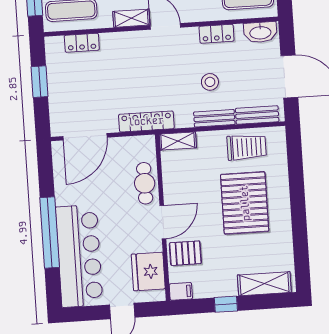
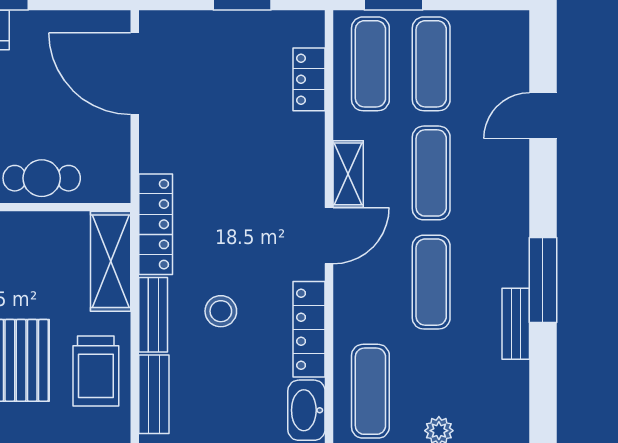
locker: (217, 34) -> (309, 329), width x1.53
locker: (146, 121) -> (156, 224), moved
shelving: (178, 141) -> (111, 261), width x1.50, depth x1.33

